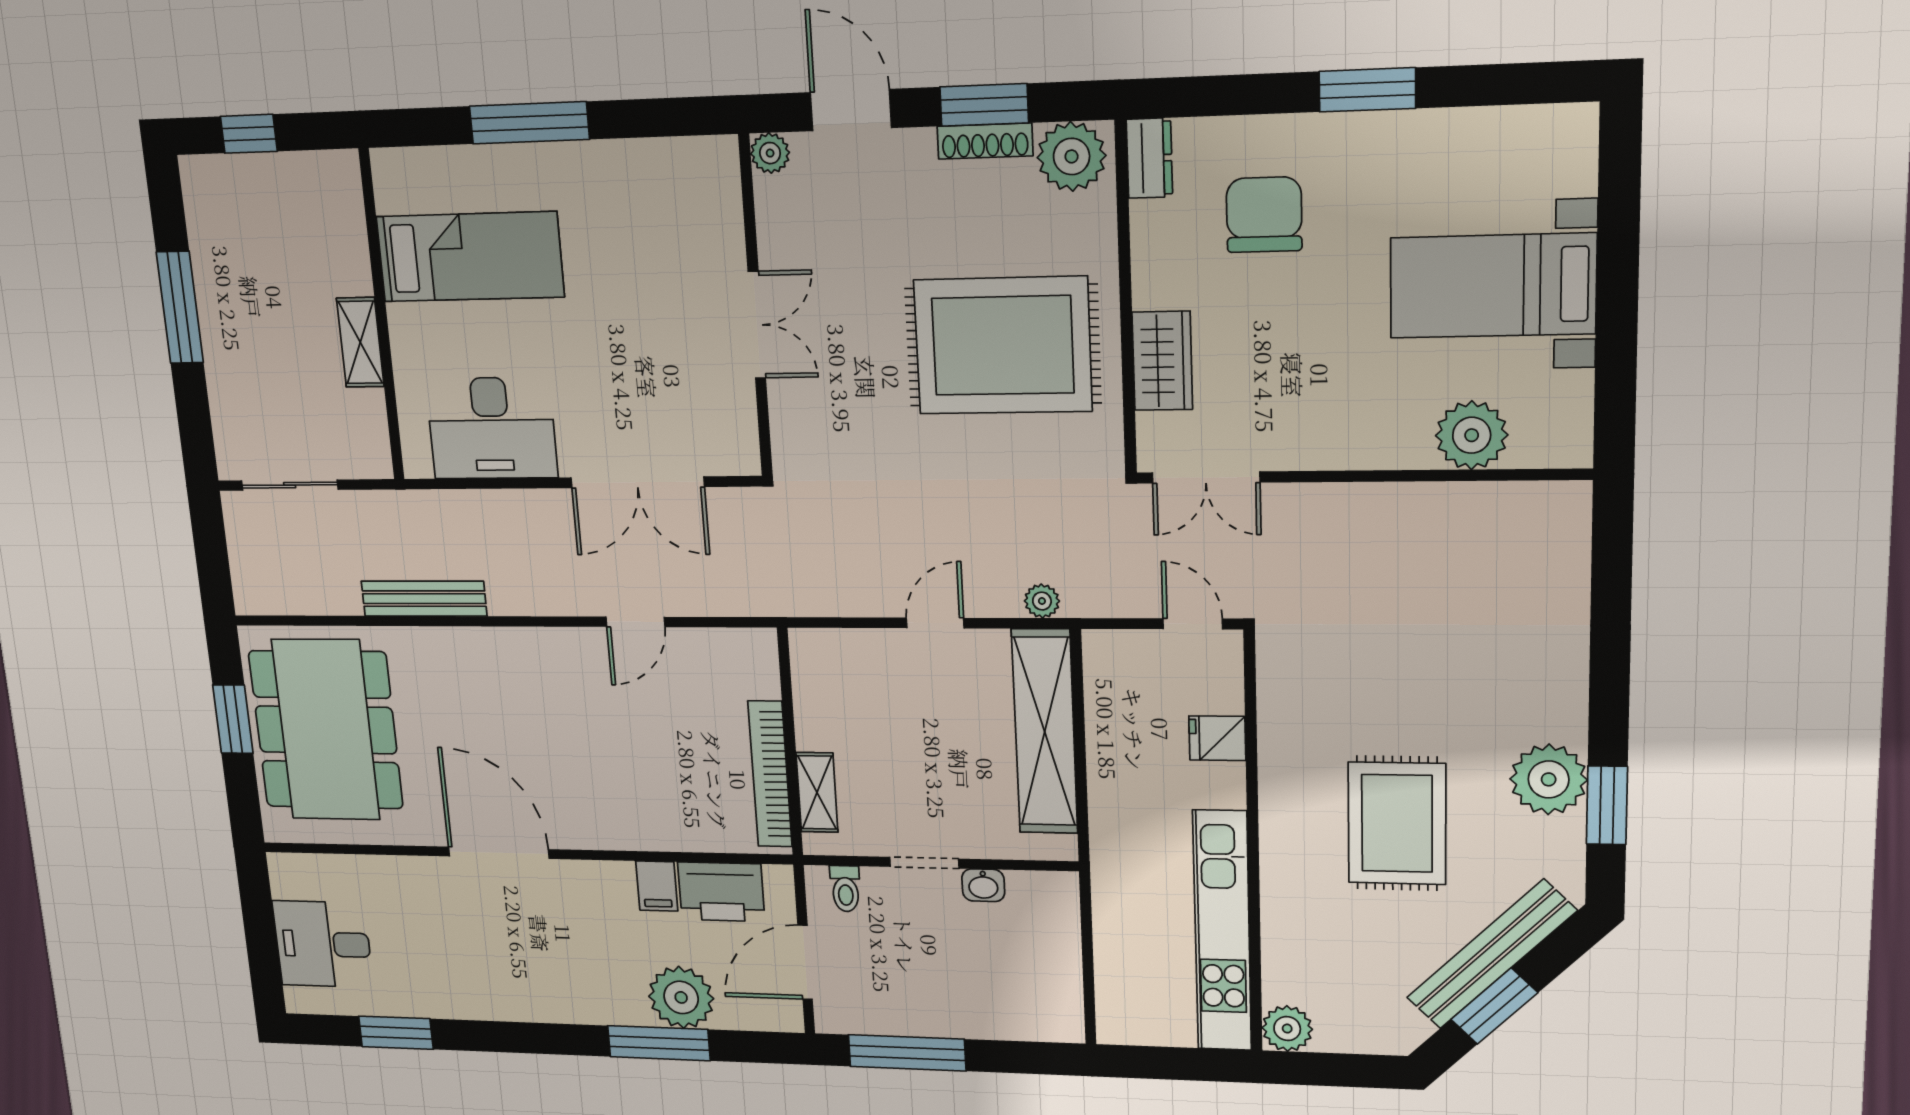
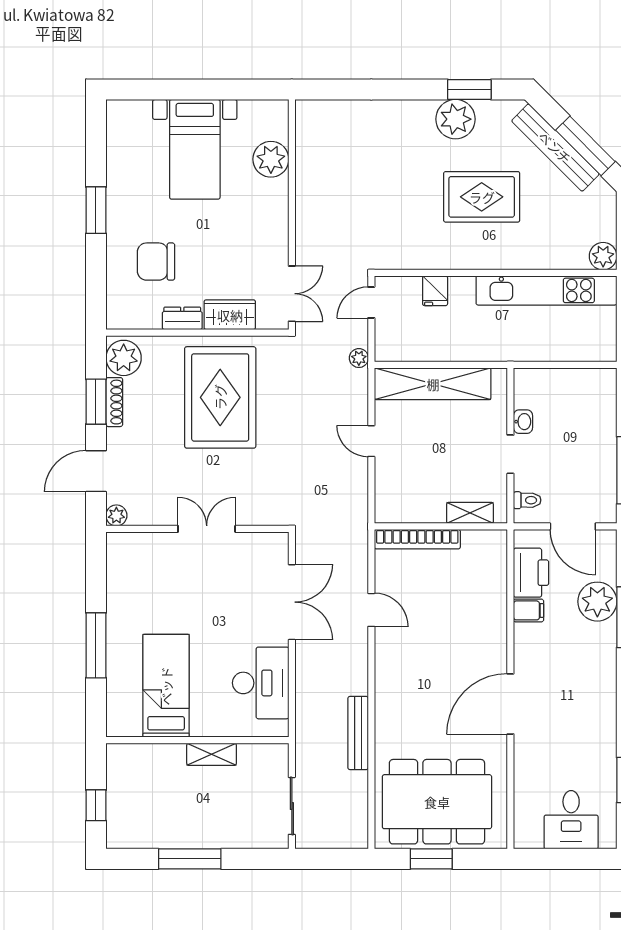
dresser: (1149, 158) -> (182, 318), moved
plant: (1042, 601) -> (359, 358), moved
bookcase: (770, 774) -> (417, 539), moved
window: (1494, 1006) -> (585, 146), width x1.44

